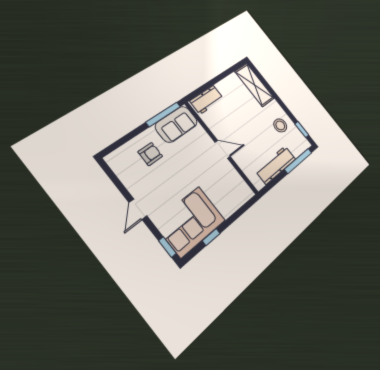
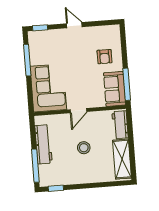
shelving: (255, 85) -> (122, 159), moved, turned 90
stool: (280, 125) -> (84, 148), moved
corner sofa: (190, 222) -> (48, 88), moved
window: (211, 237) -> (27, 60), width x2.17

